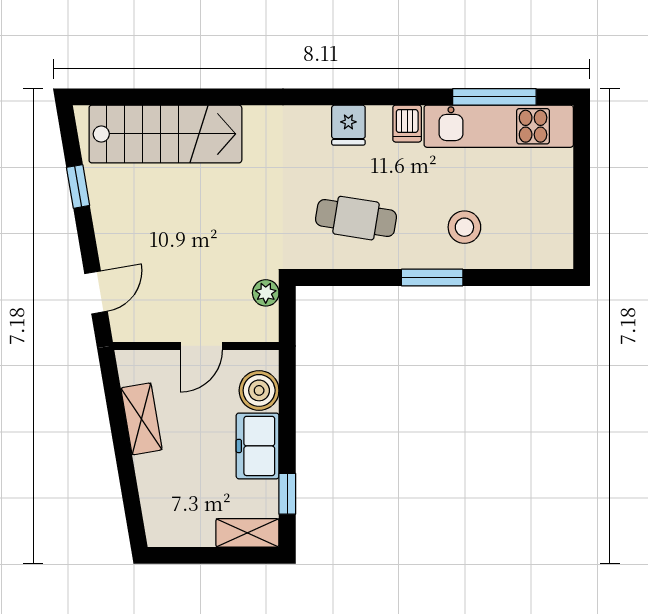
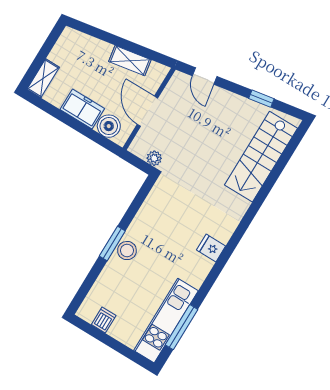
dishwasher: (407, 124) -> (104, 320), moved, turned 90
cafe table: (356, 218) -> (164, 224), removed
stool: (464, 227) -> (127, 251), moved
door: (201, 346) -> (147, 111), width x1.38
window: (287, 494) -> (50, 109), removed

